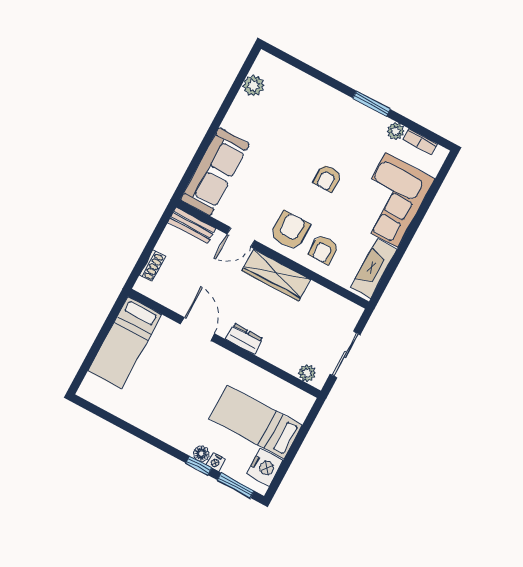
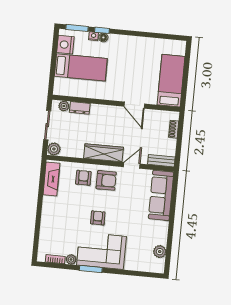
corner sofa: (392, 200) -> (102, 251), moved, turned -90
armchair: (290, 231) -> (106, 180), turned -90
plant: (350, 313) -> (54, 149), added
dresser: (244, 339) -> (80, 108), moved

